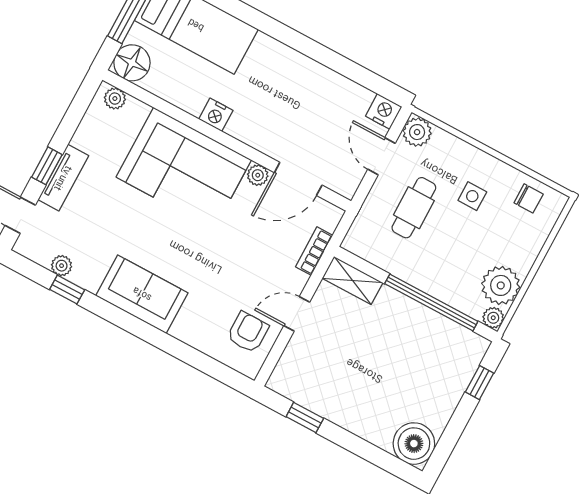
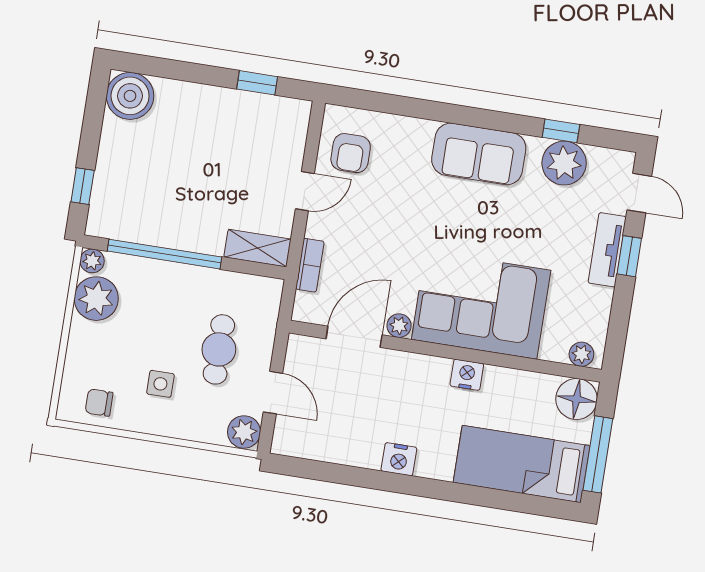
nightstand: (384, 111) -> (399, 459), moved
plant: (62, 266) -> (564, 163), width x1.88, depth x1.88

